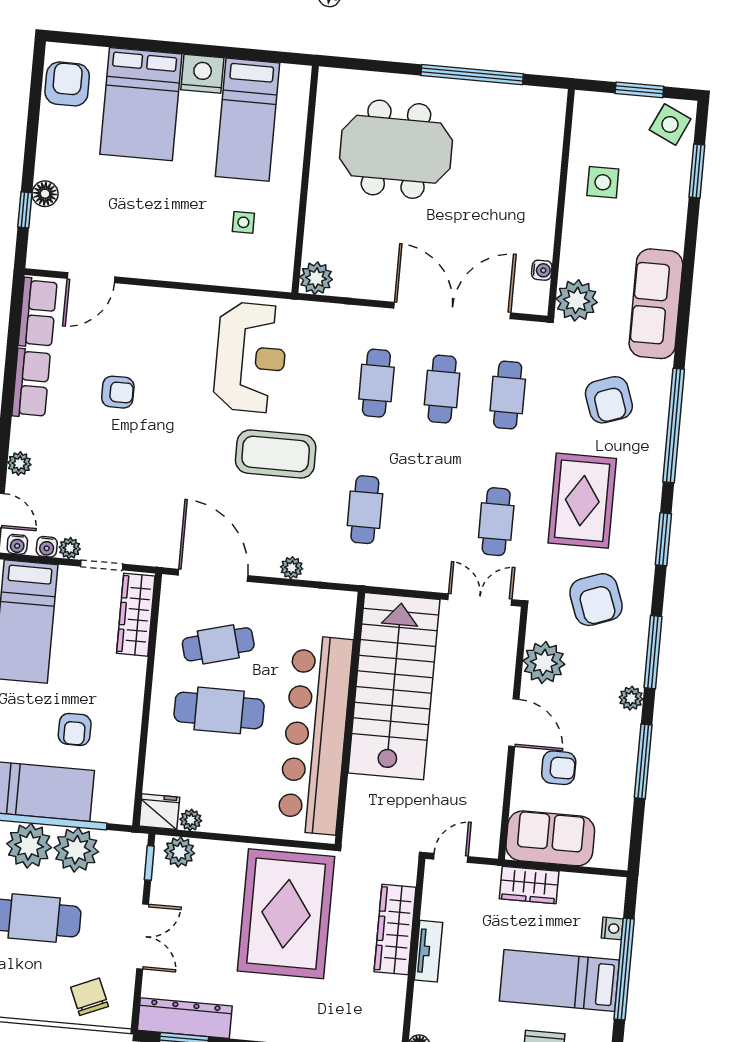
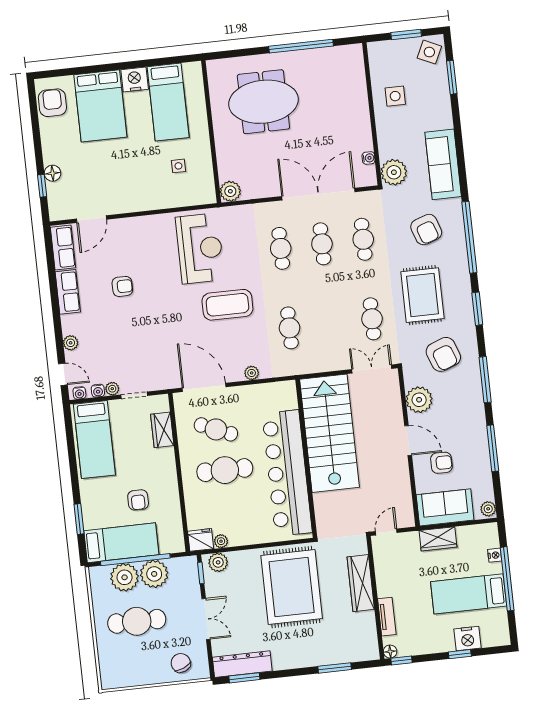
wardrobe: (136, 615) -> (162, 430), width x0.67
cafe table: (218, 644) -> (216, 429), turned 38
plant: (631, 698) -> (488, 509), moved
tv unit: (429, 951) -> (387, 617), moved

